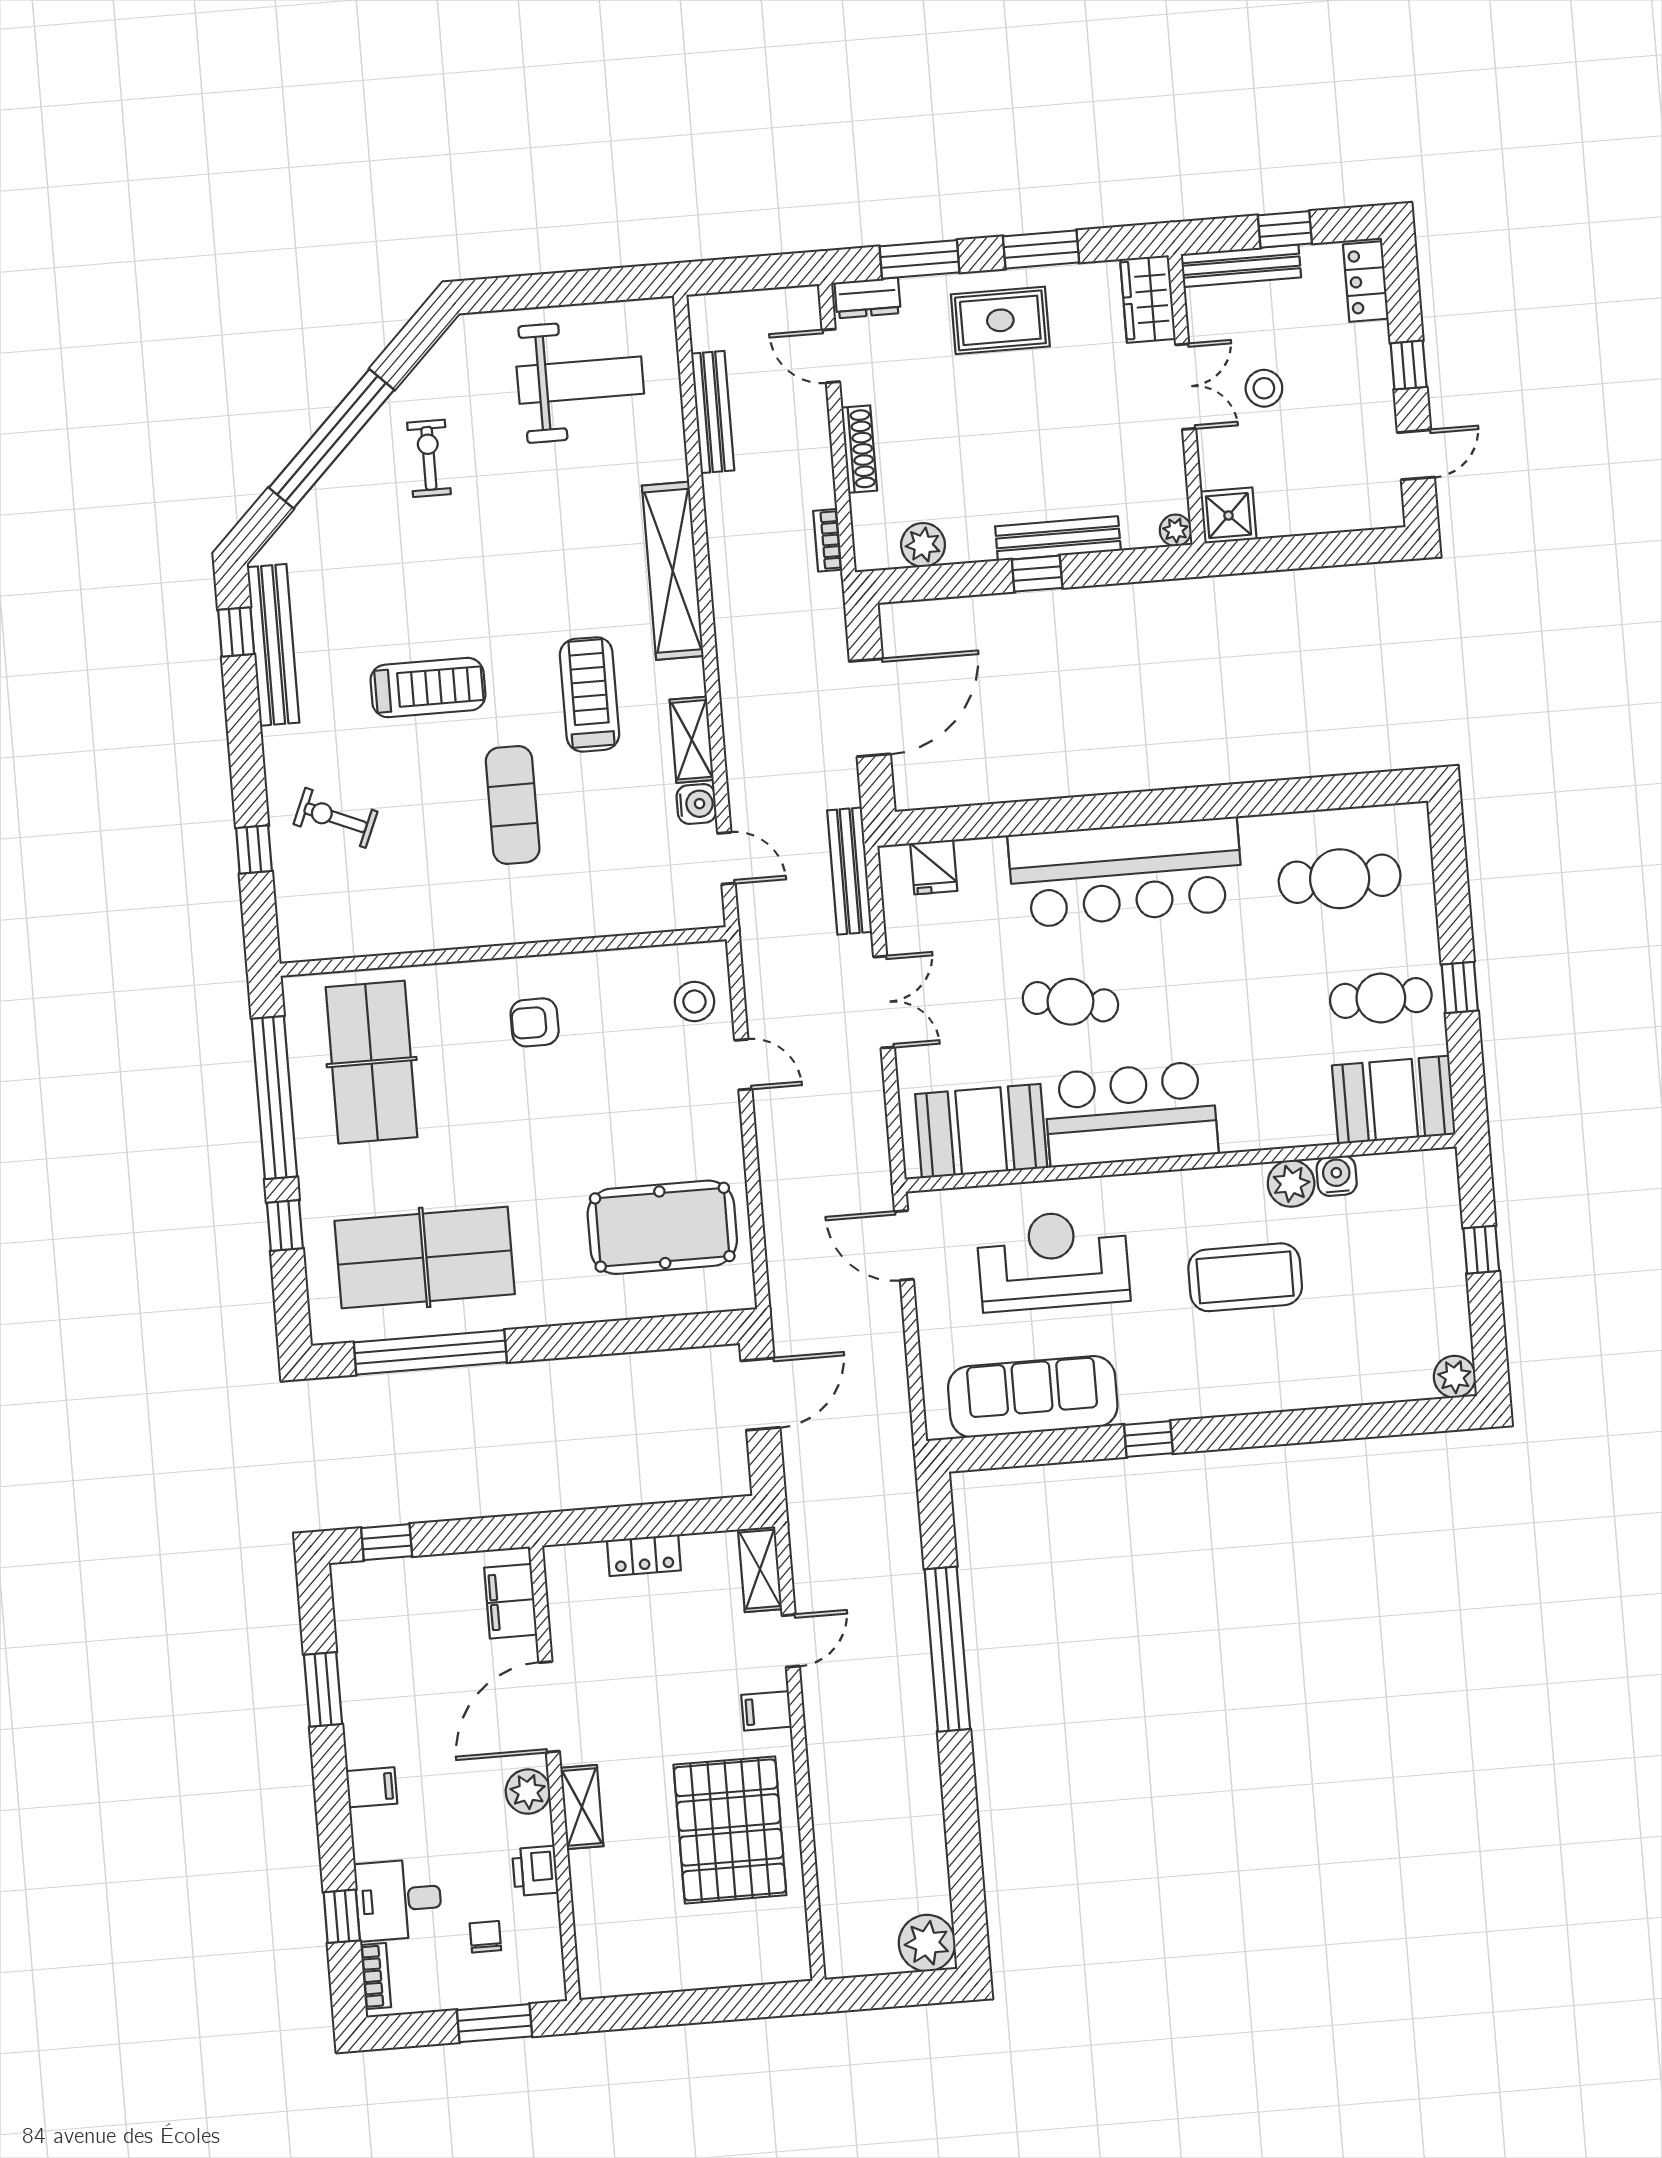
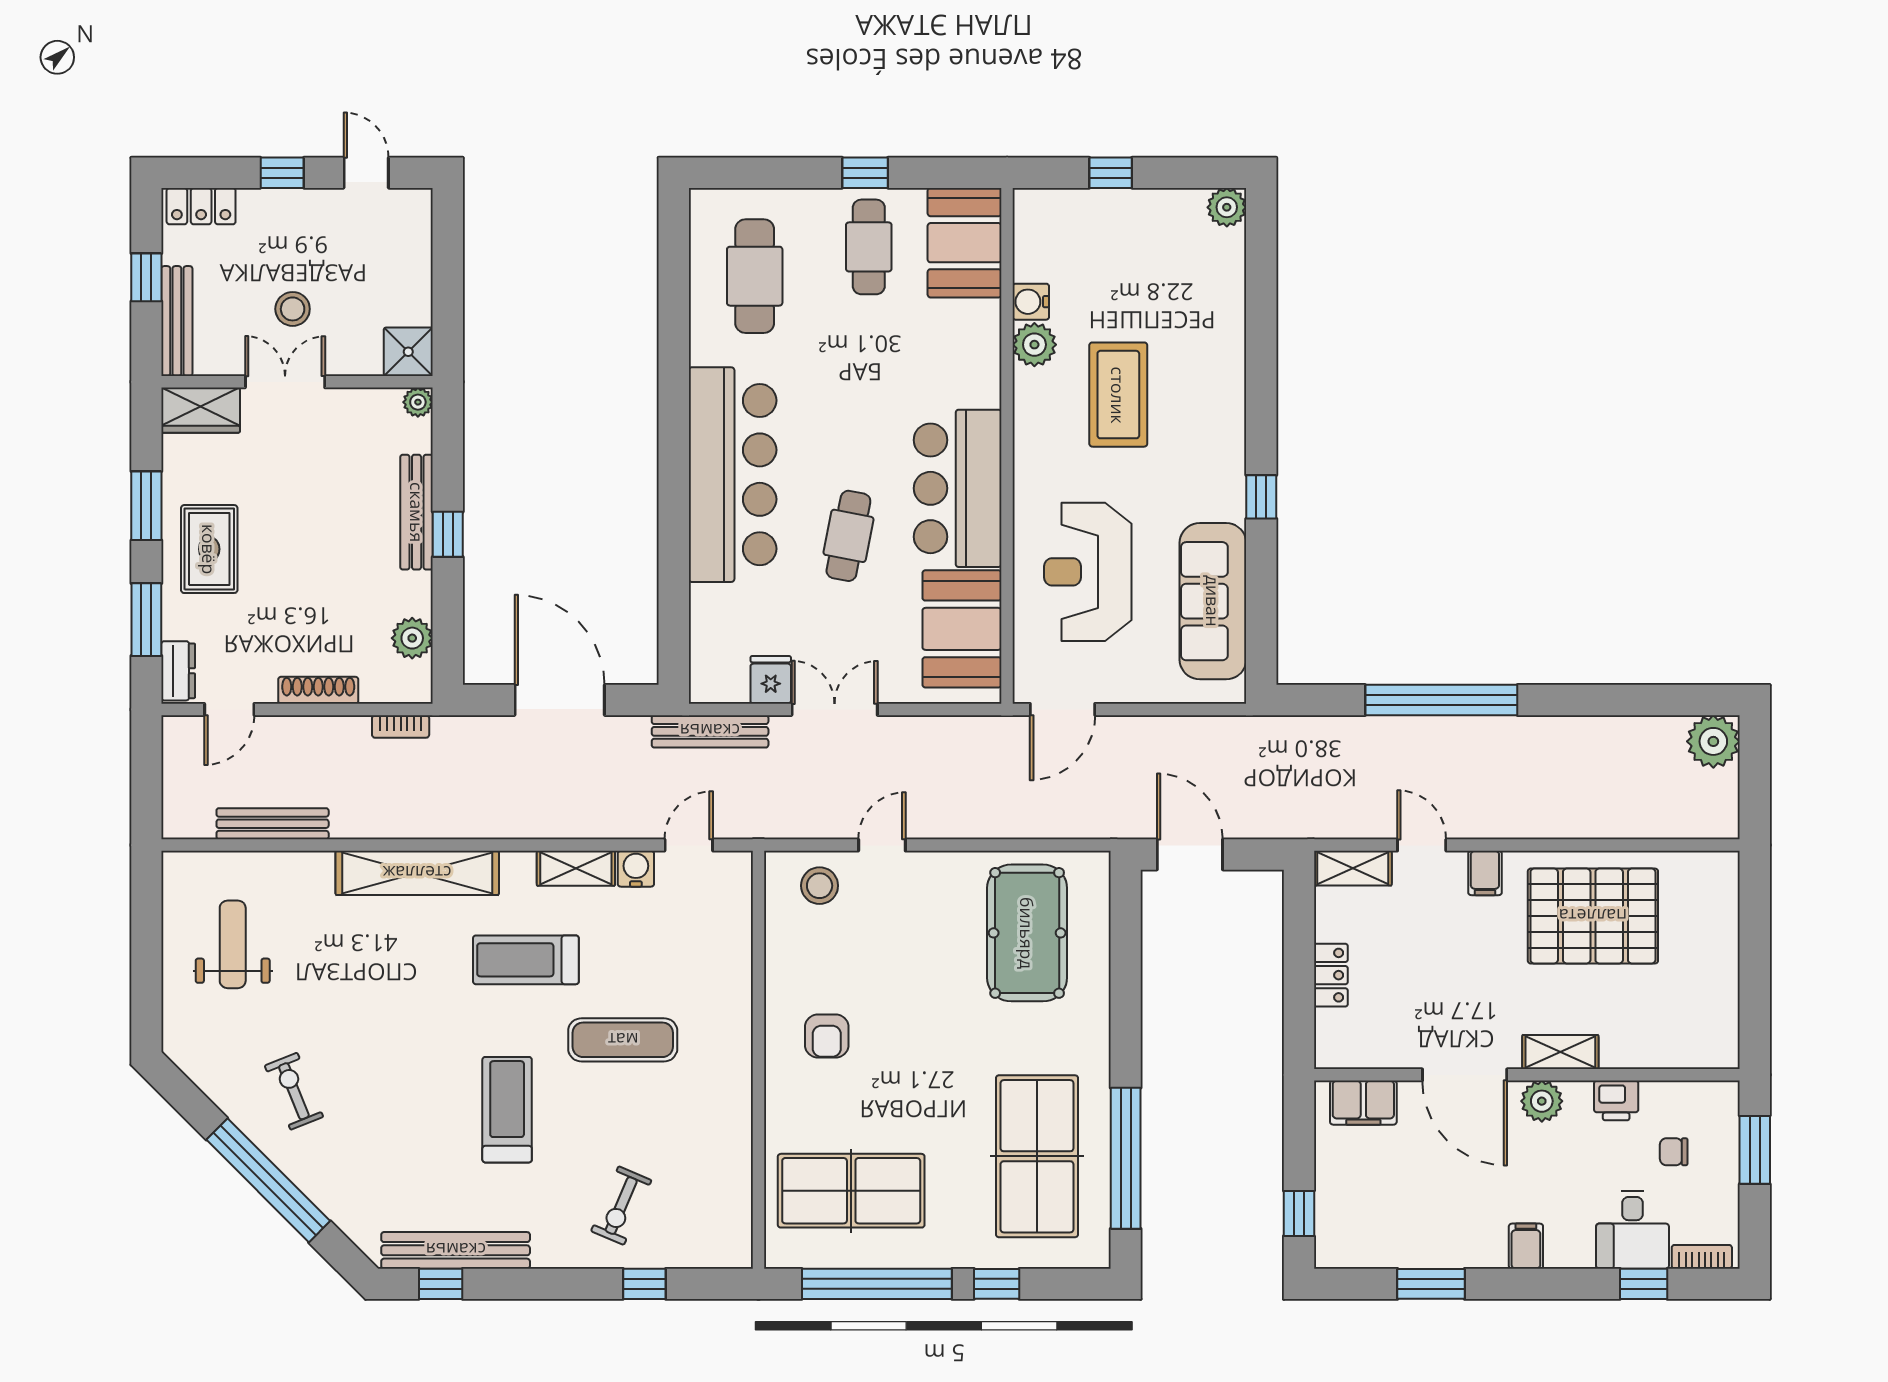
weight bench: (580, 380) -> (233, 944), width x0.73, depth x0.75
exercise bike: (429, 458) -> (294, 1091), turned 68
fridge: (934, 867) -> (771, 680), moved, turned -90

